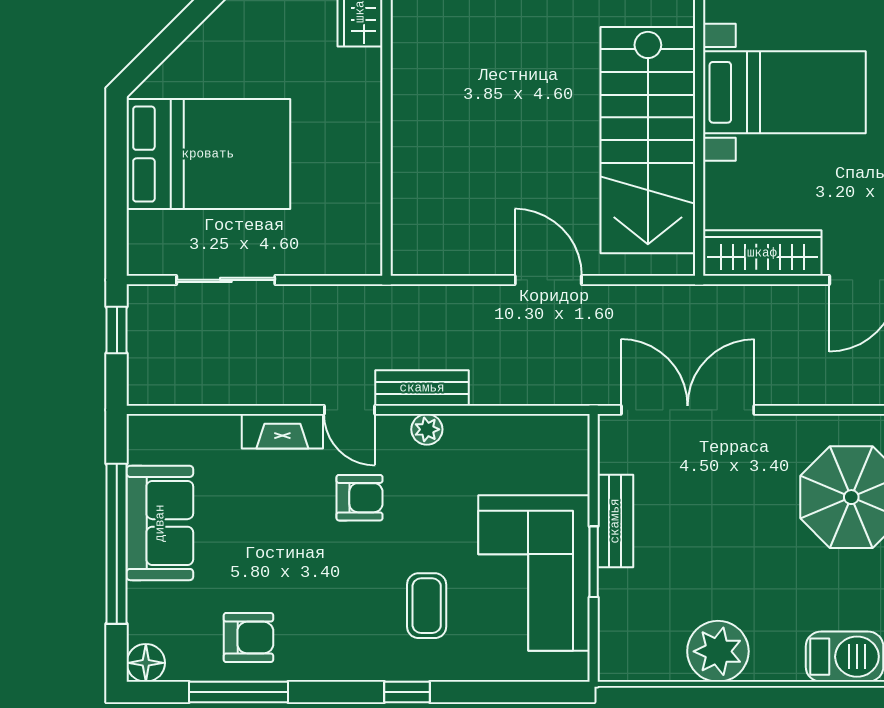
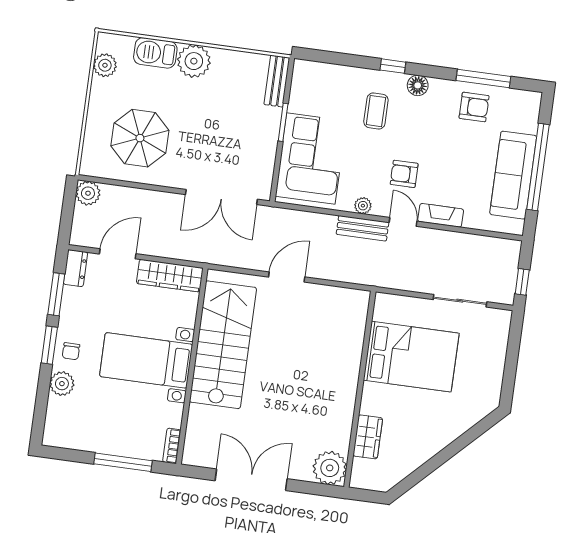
bed: (208, 154) -> (411, 357), moved, turned 180
door: (548, 280) -> (287, 277), swing flipped
bench: (615, 521) -> (277, 81), moved
sofa: (160, 523) -> (513, 175), width x1.36
corner sofa: (534, 573) -> (311, 159), moved
armchair: (248, 638) -> (474, 107), turned 180
plant: (718, 651) -> (194, 61), moved
floor lamp: (146, 663) -> (418, 85), moved

